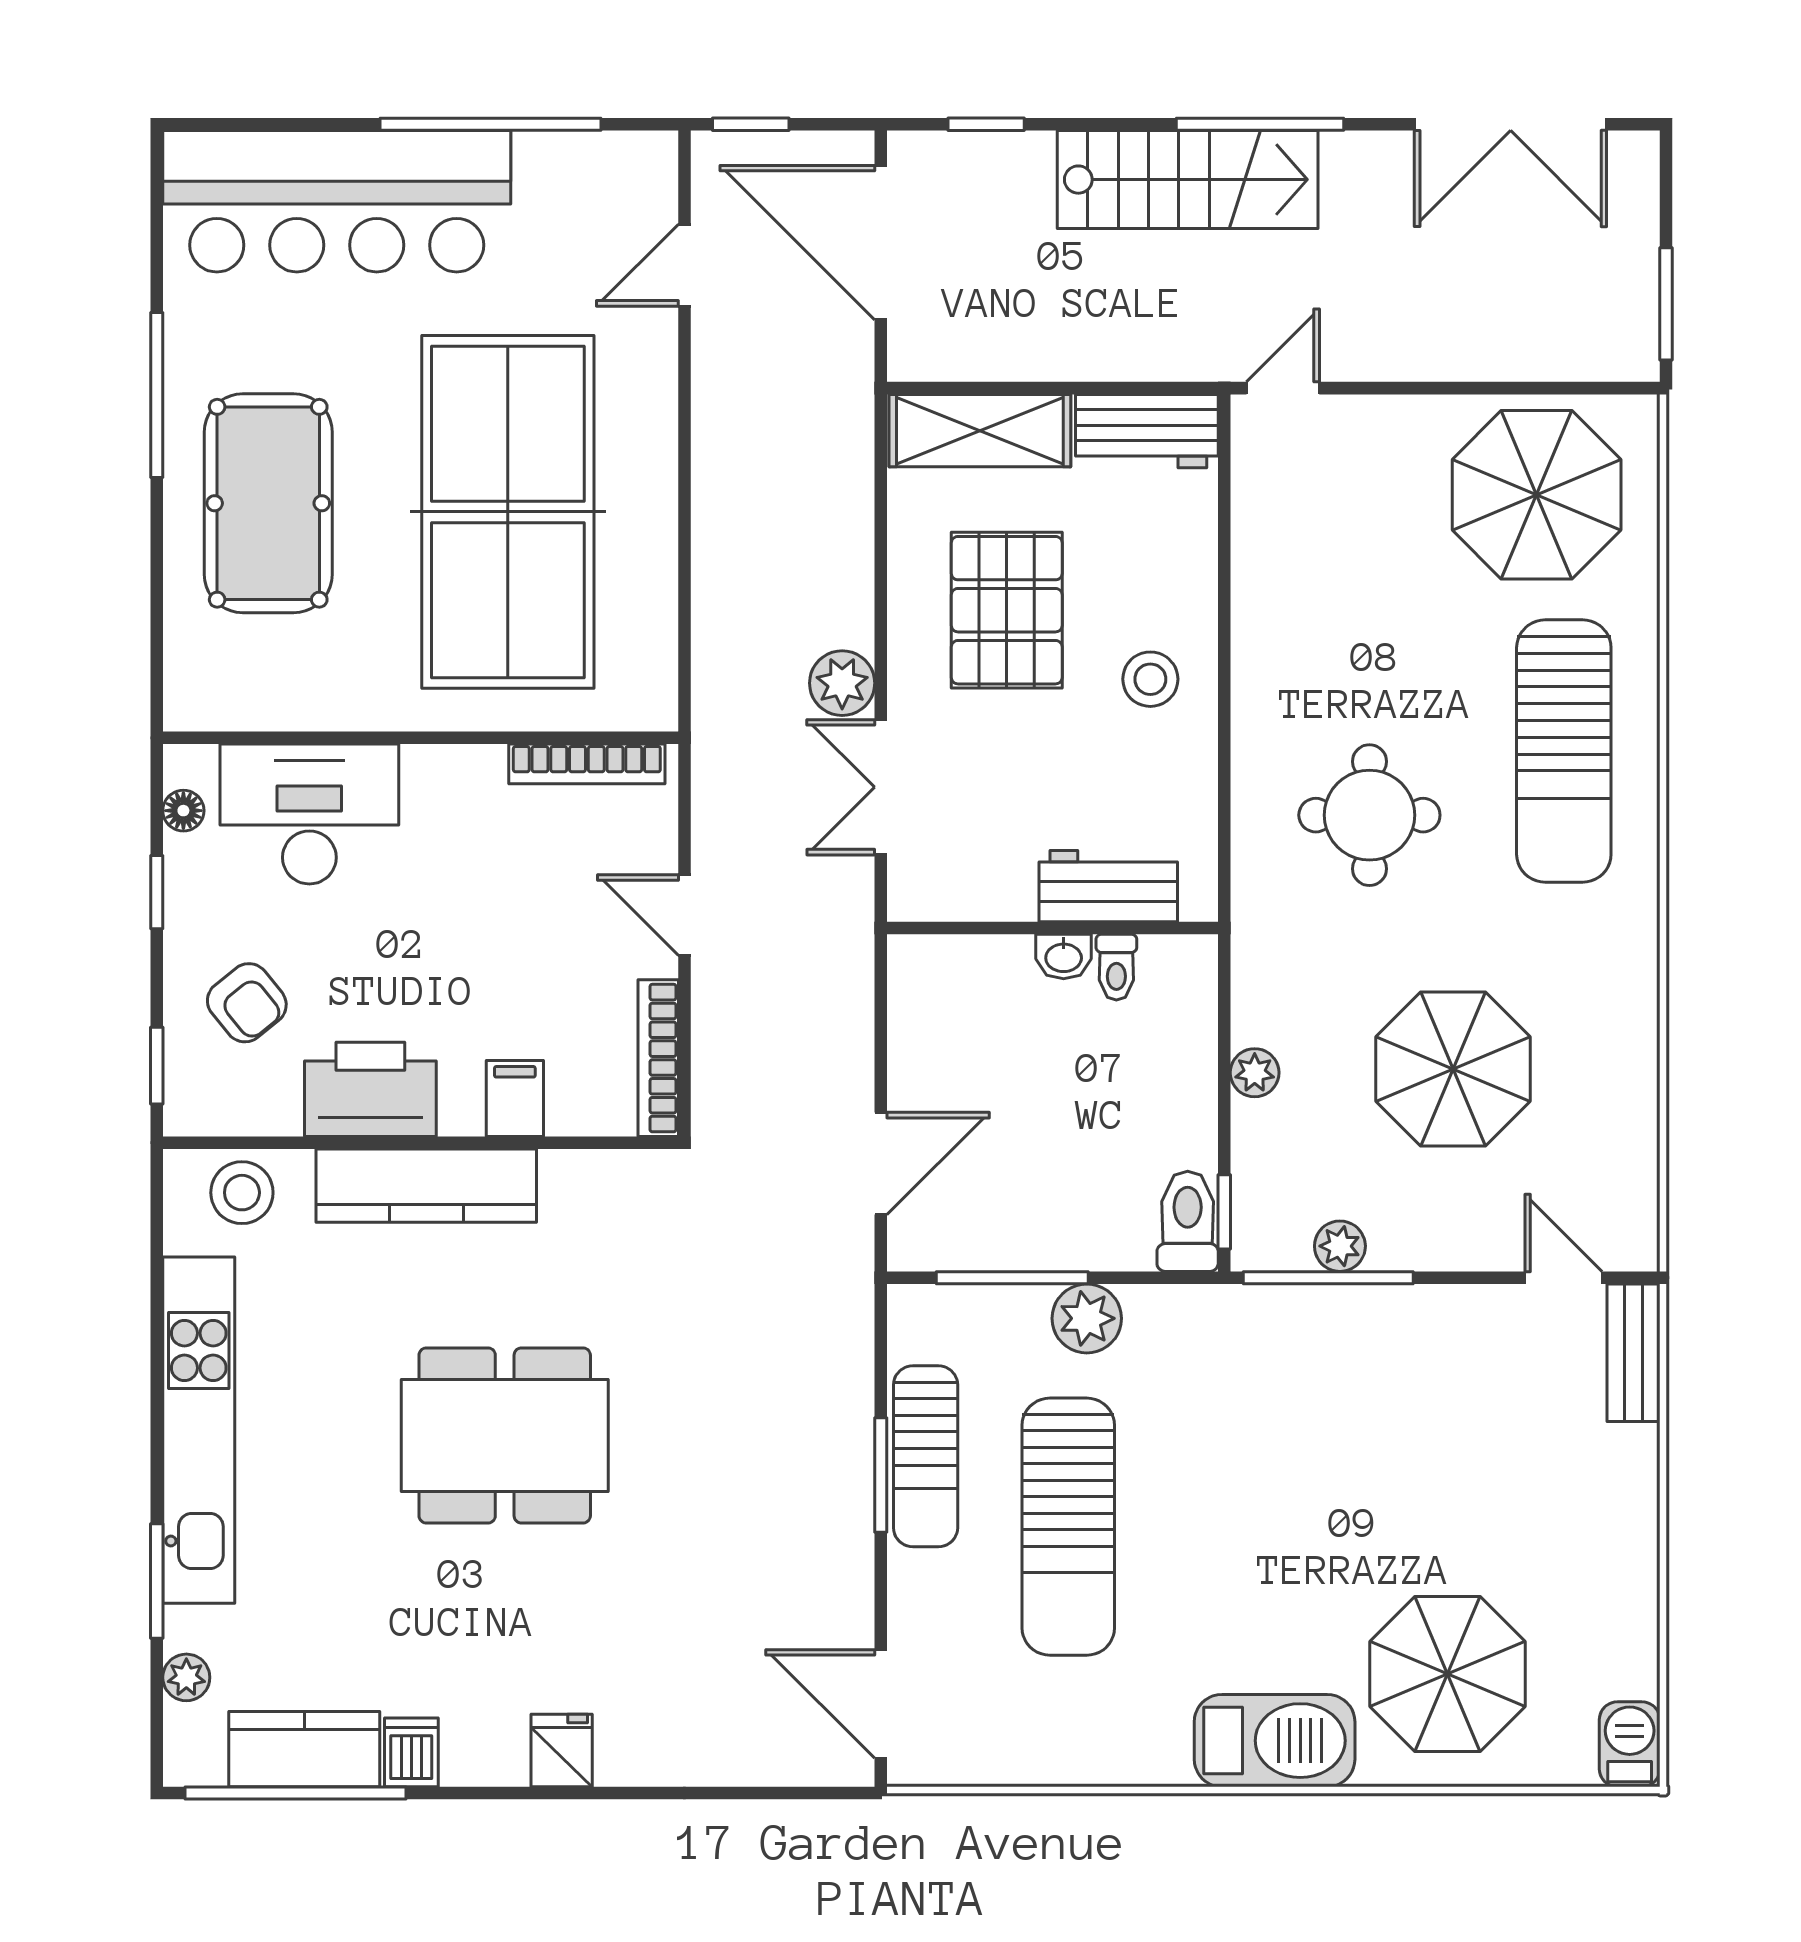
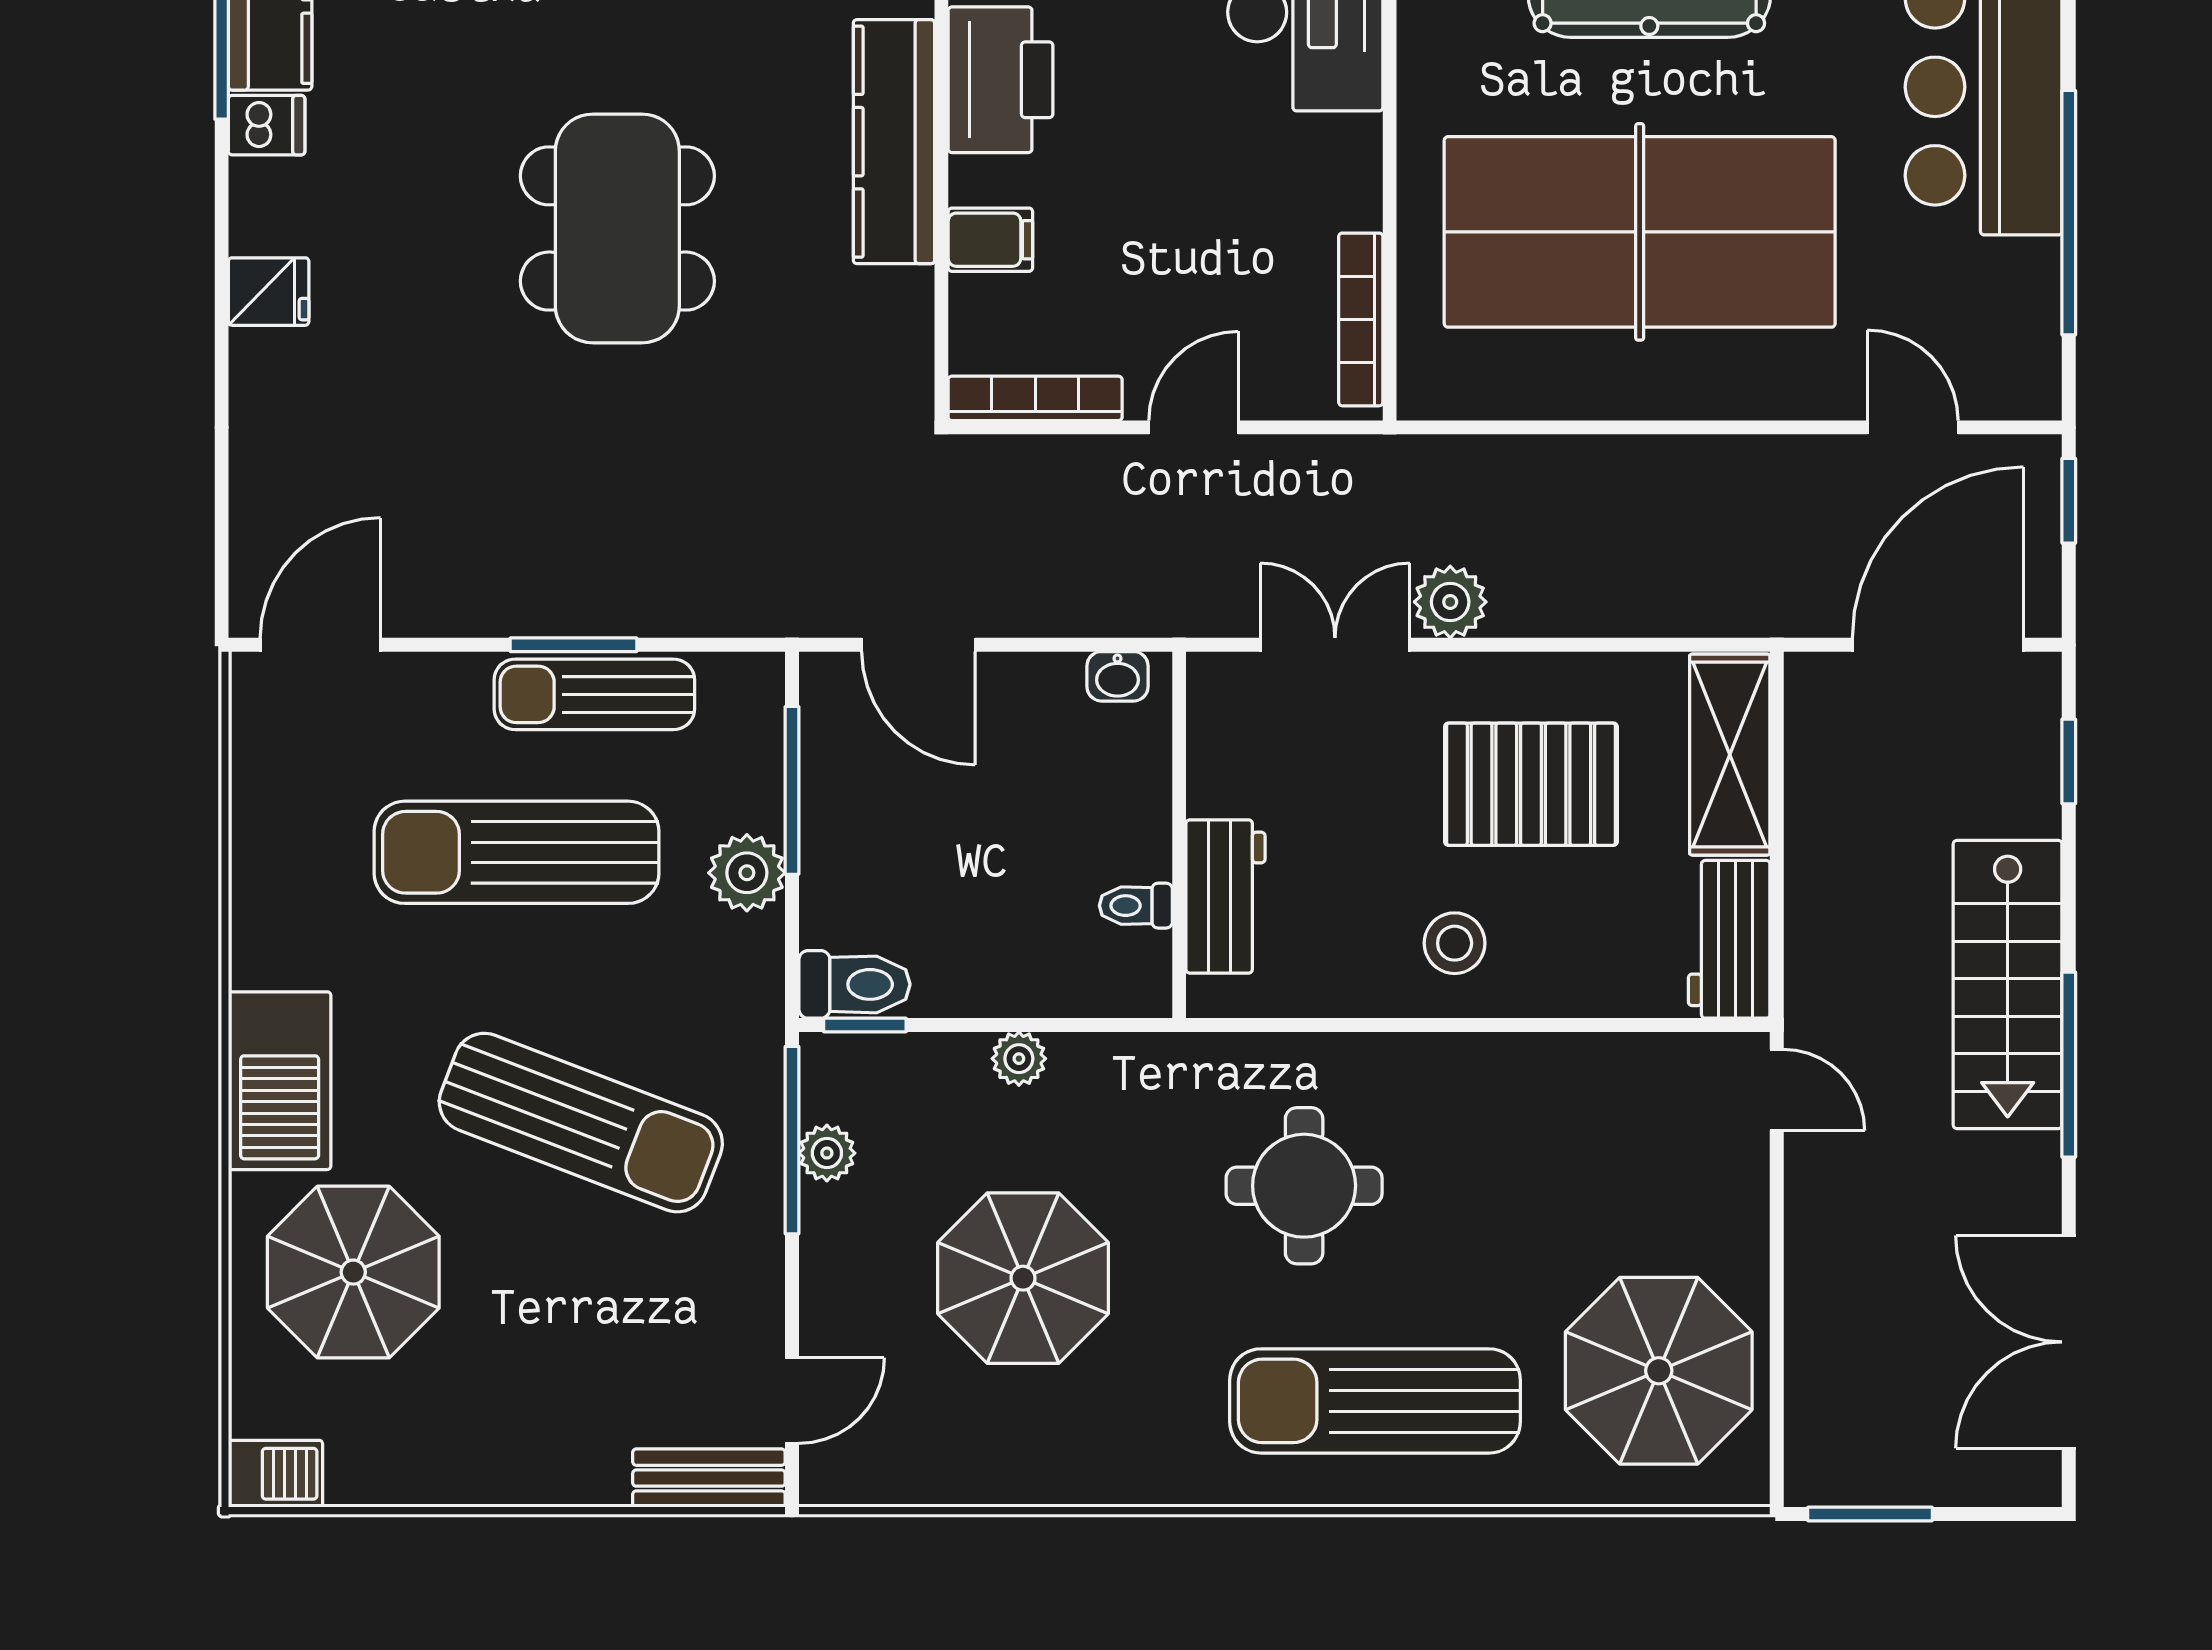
washbasin: (1064, 957) -> (1118, 676), moved, turned -90
sun lounger: (1312, 1468) -> (581, 1123), added

